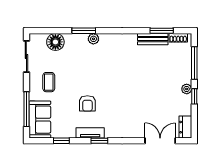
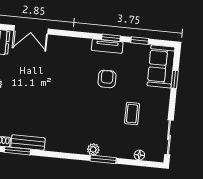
floor lamp: (55, 42) -> (139, 155), width x0.53, depth x0.53
coffee table: (49, 82) -> (132, 114), moved
window: (26, 109) -> (175, 79), width x0.46
window: (99, 141) -> (111, 38), moved

